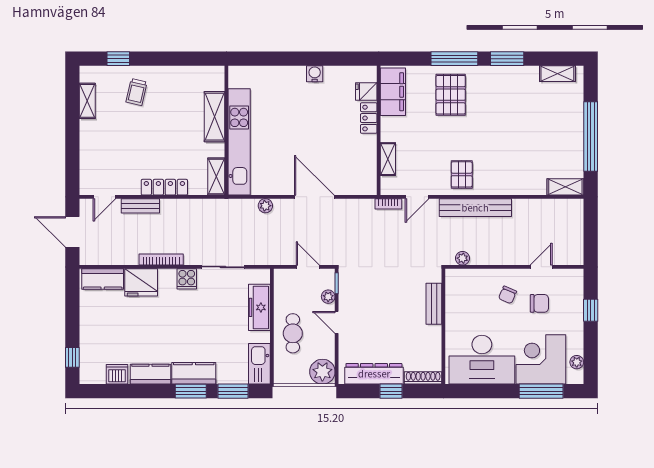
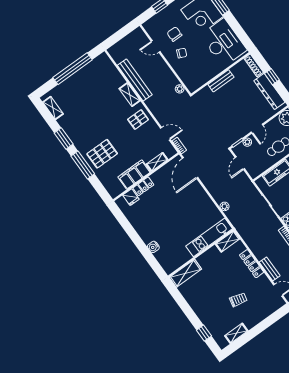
water cooler: (315, 74) -> (153, 247), moved
trolley: (136, 92) -> (238, 300), moved
filing cabinet: (393, 92) -> (134, 175), moved
shelving: (215, 117) -> (185, 273), moved
kitchen unit: (239, 142) -> (209, 237), width x0.73
shelving: (565, 187) -> (130, 95), moved
door: (314, 197) -> (190, 168), moved
bench: (475, 208) -> (135, 80), moved
bench: (434, 304) -> (221, 81), moved

